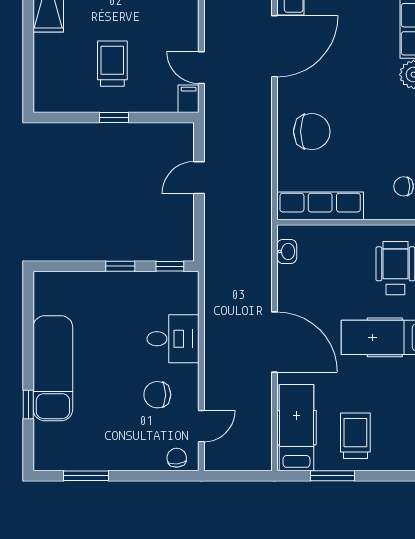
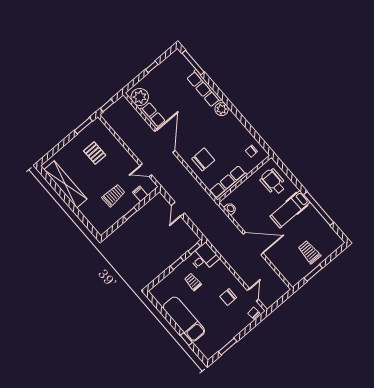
trolley: (112, 64) -> (114, 195), turned 88
filing cabinet: (189, 99) -> (140, 194), moved
trolley: (121, 320) -> (193, 282), added
desk: (173, 339) -> (204, 258), moved
hospital bed: (296, 428) -> (286, 267), removed

